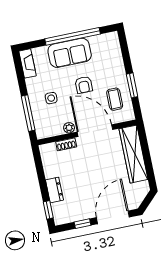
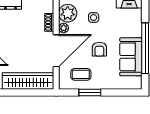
sofa: (70, 53) -> (131, 57), moved
armchair: (84, 85) -> (99, 49), turned -90
plant: (52, 127) -> (68, 13), added

